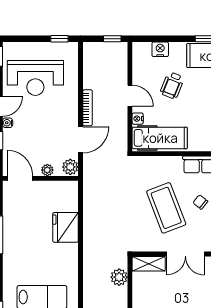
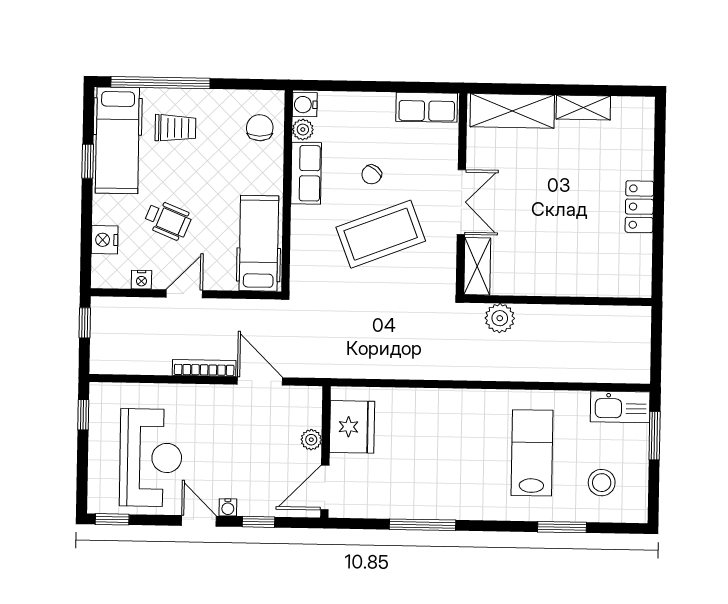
nightstand: (138, 119) -> (141, 280), moved
plant: (70, 167) -> (306, 400), removed
fridge: (66, 227) -> (352, 427), moved, turned -90

